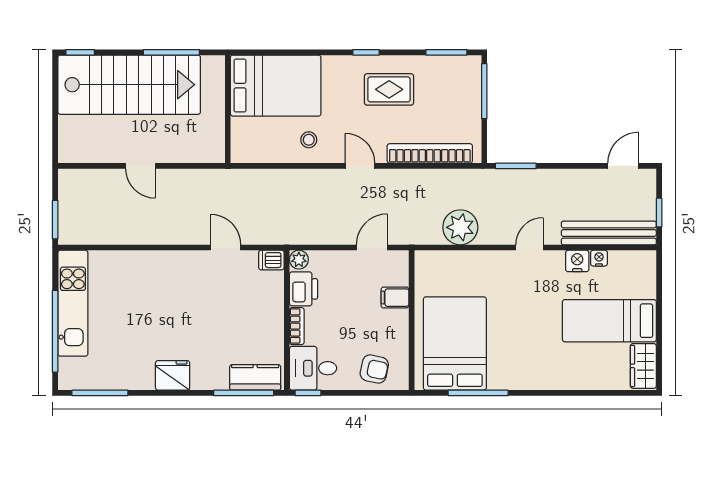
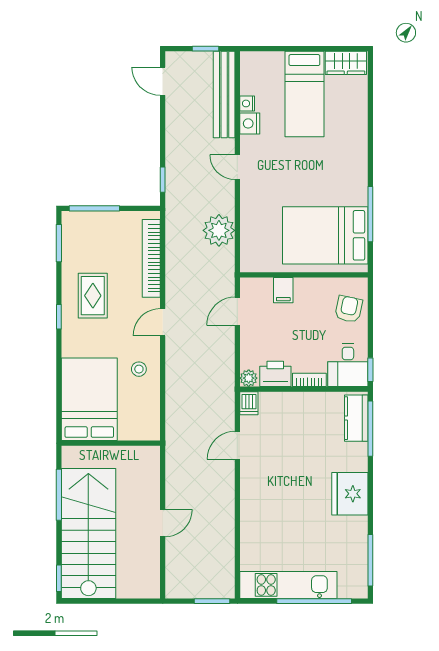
window: (516, 166) -> (163, 180), width x0.67
door: (372, 248) -> (237, 311), hinge flipped
fridge: (173, 375) -> (350, 494), width x1.36, depth x1.34

